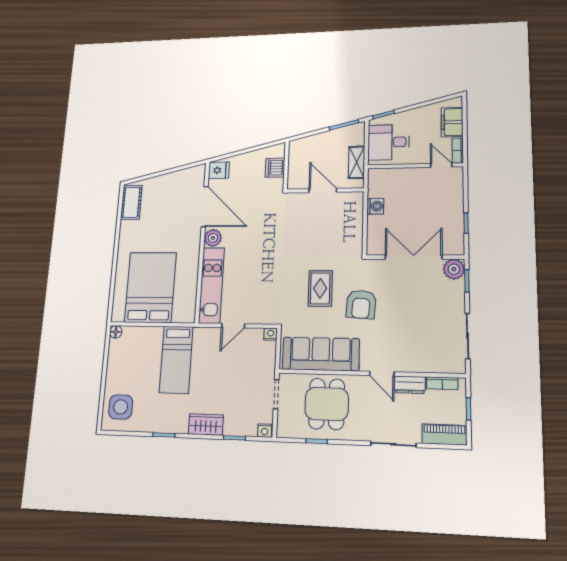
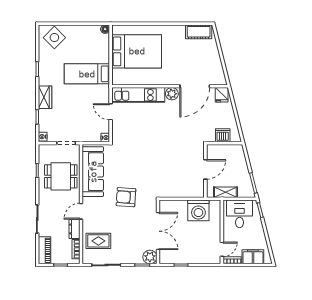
washing machine: (375, 206) -> (198, 210), width x1.89, depth x1.89
rug: (320, 288) -> (98, 241), moved
side table: (121, 407) -> (54, 38), turned 45

